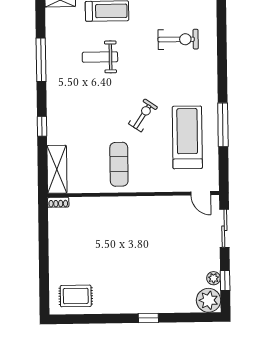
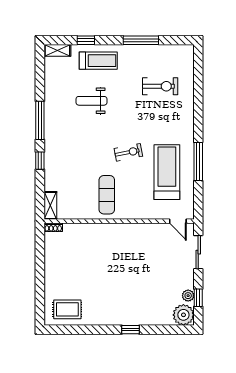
window: (41, 60) -> (40, 120), moved
exercise bike: (143, 115) -> (128, 152), turned 45
shelving: (57, 169) -> (50, 205), width x0.67, depth x0.75

